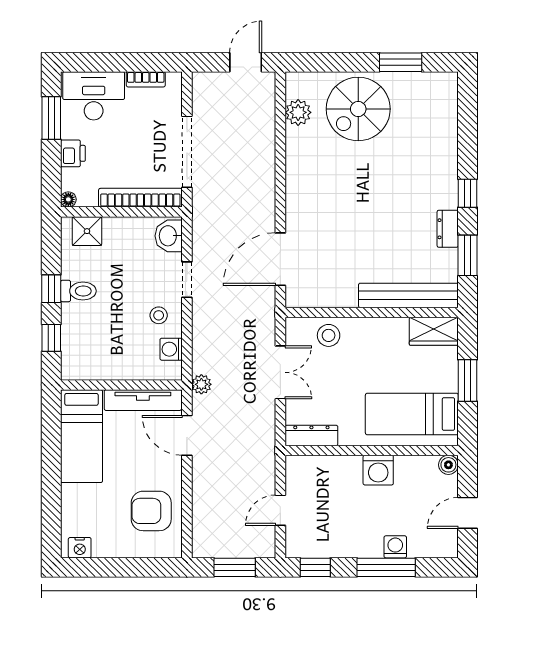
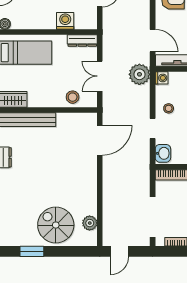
spiral stairs: (358, 109) -> (56, 225), turned -90
doorway: (187, 152) -> (153, 217), moved
washing machine: (171, 349) -> (162, 78), moved
plant: (201, 384) -> (139, 74), width x1.88, depth x1.88
washing machine: (378, 470) -> (65, 21), moved

